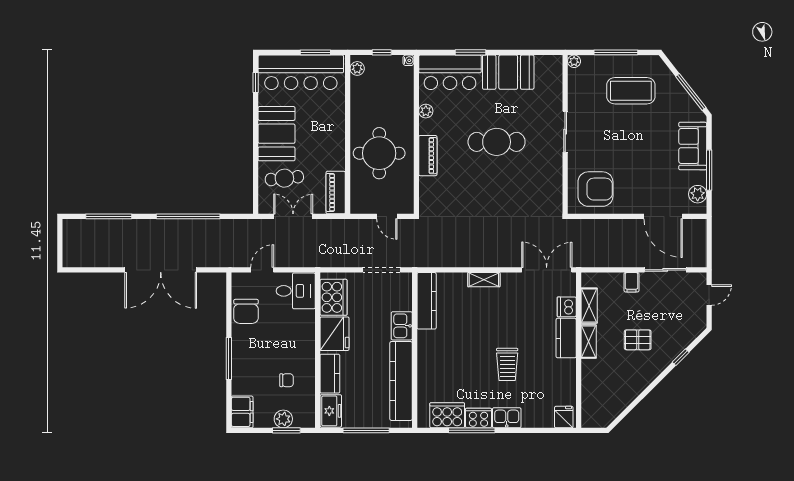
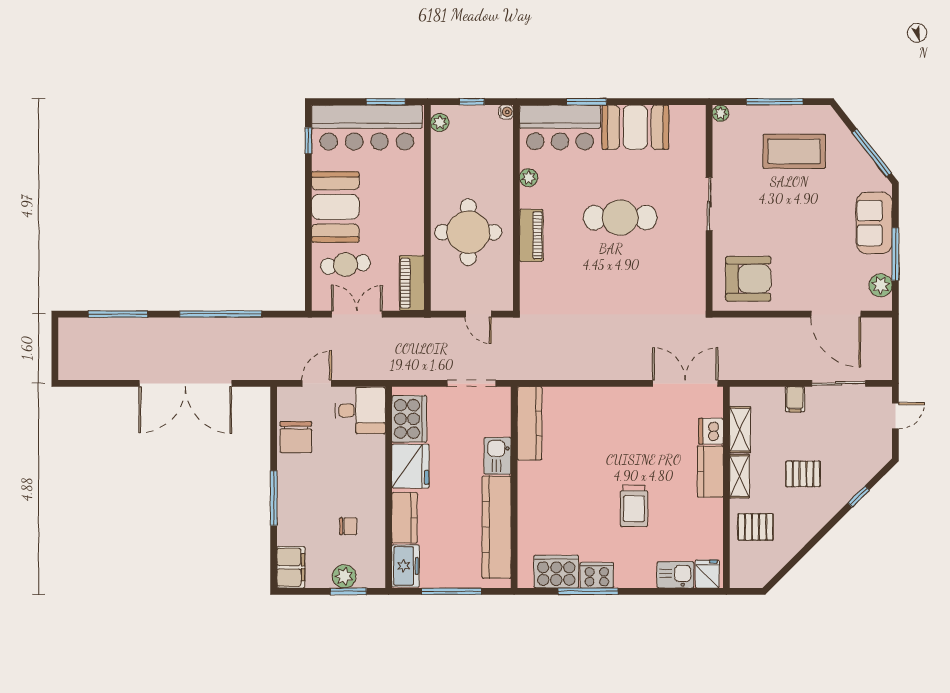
shelving: (484, 280) -> (604, 396), removed
pallet: (601, 381) -> (756, 527), added
kitchen sink: (507, 418) -> (675, 575), moved

